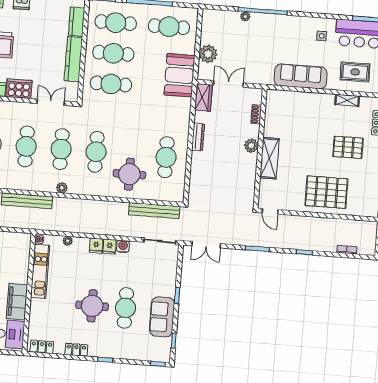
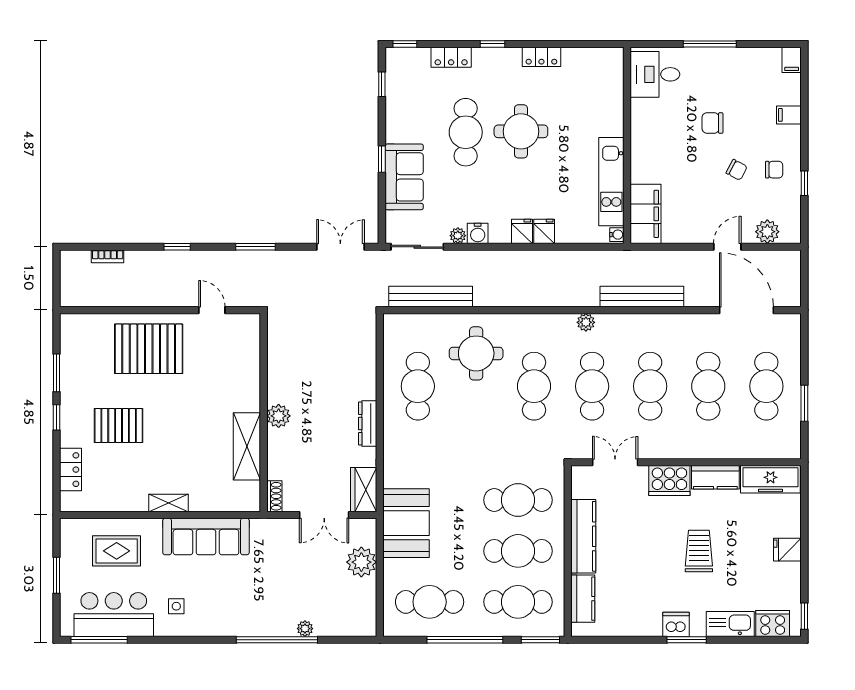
shelving: (347, 100) -> (168, 503), moved
double door: (51, 102) -> (615, 462), swing flipped
shoe rack: (256, 114) -> (274, 496), moved
shelving: (269, 158) -> (247, 446), moved
door: (270, 211) -> (212, 310), moved
plant: (68, 241) -> (458, 236), moved
fridge: (109, 247) -> (544, 231), moved
filing cabinet: (17, 302) -> (646, 214), moved
sofa: (162, 317) -> (404, 177), moved
locker: (42, 347) -> (451, 57), moved

